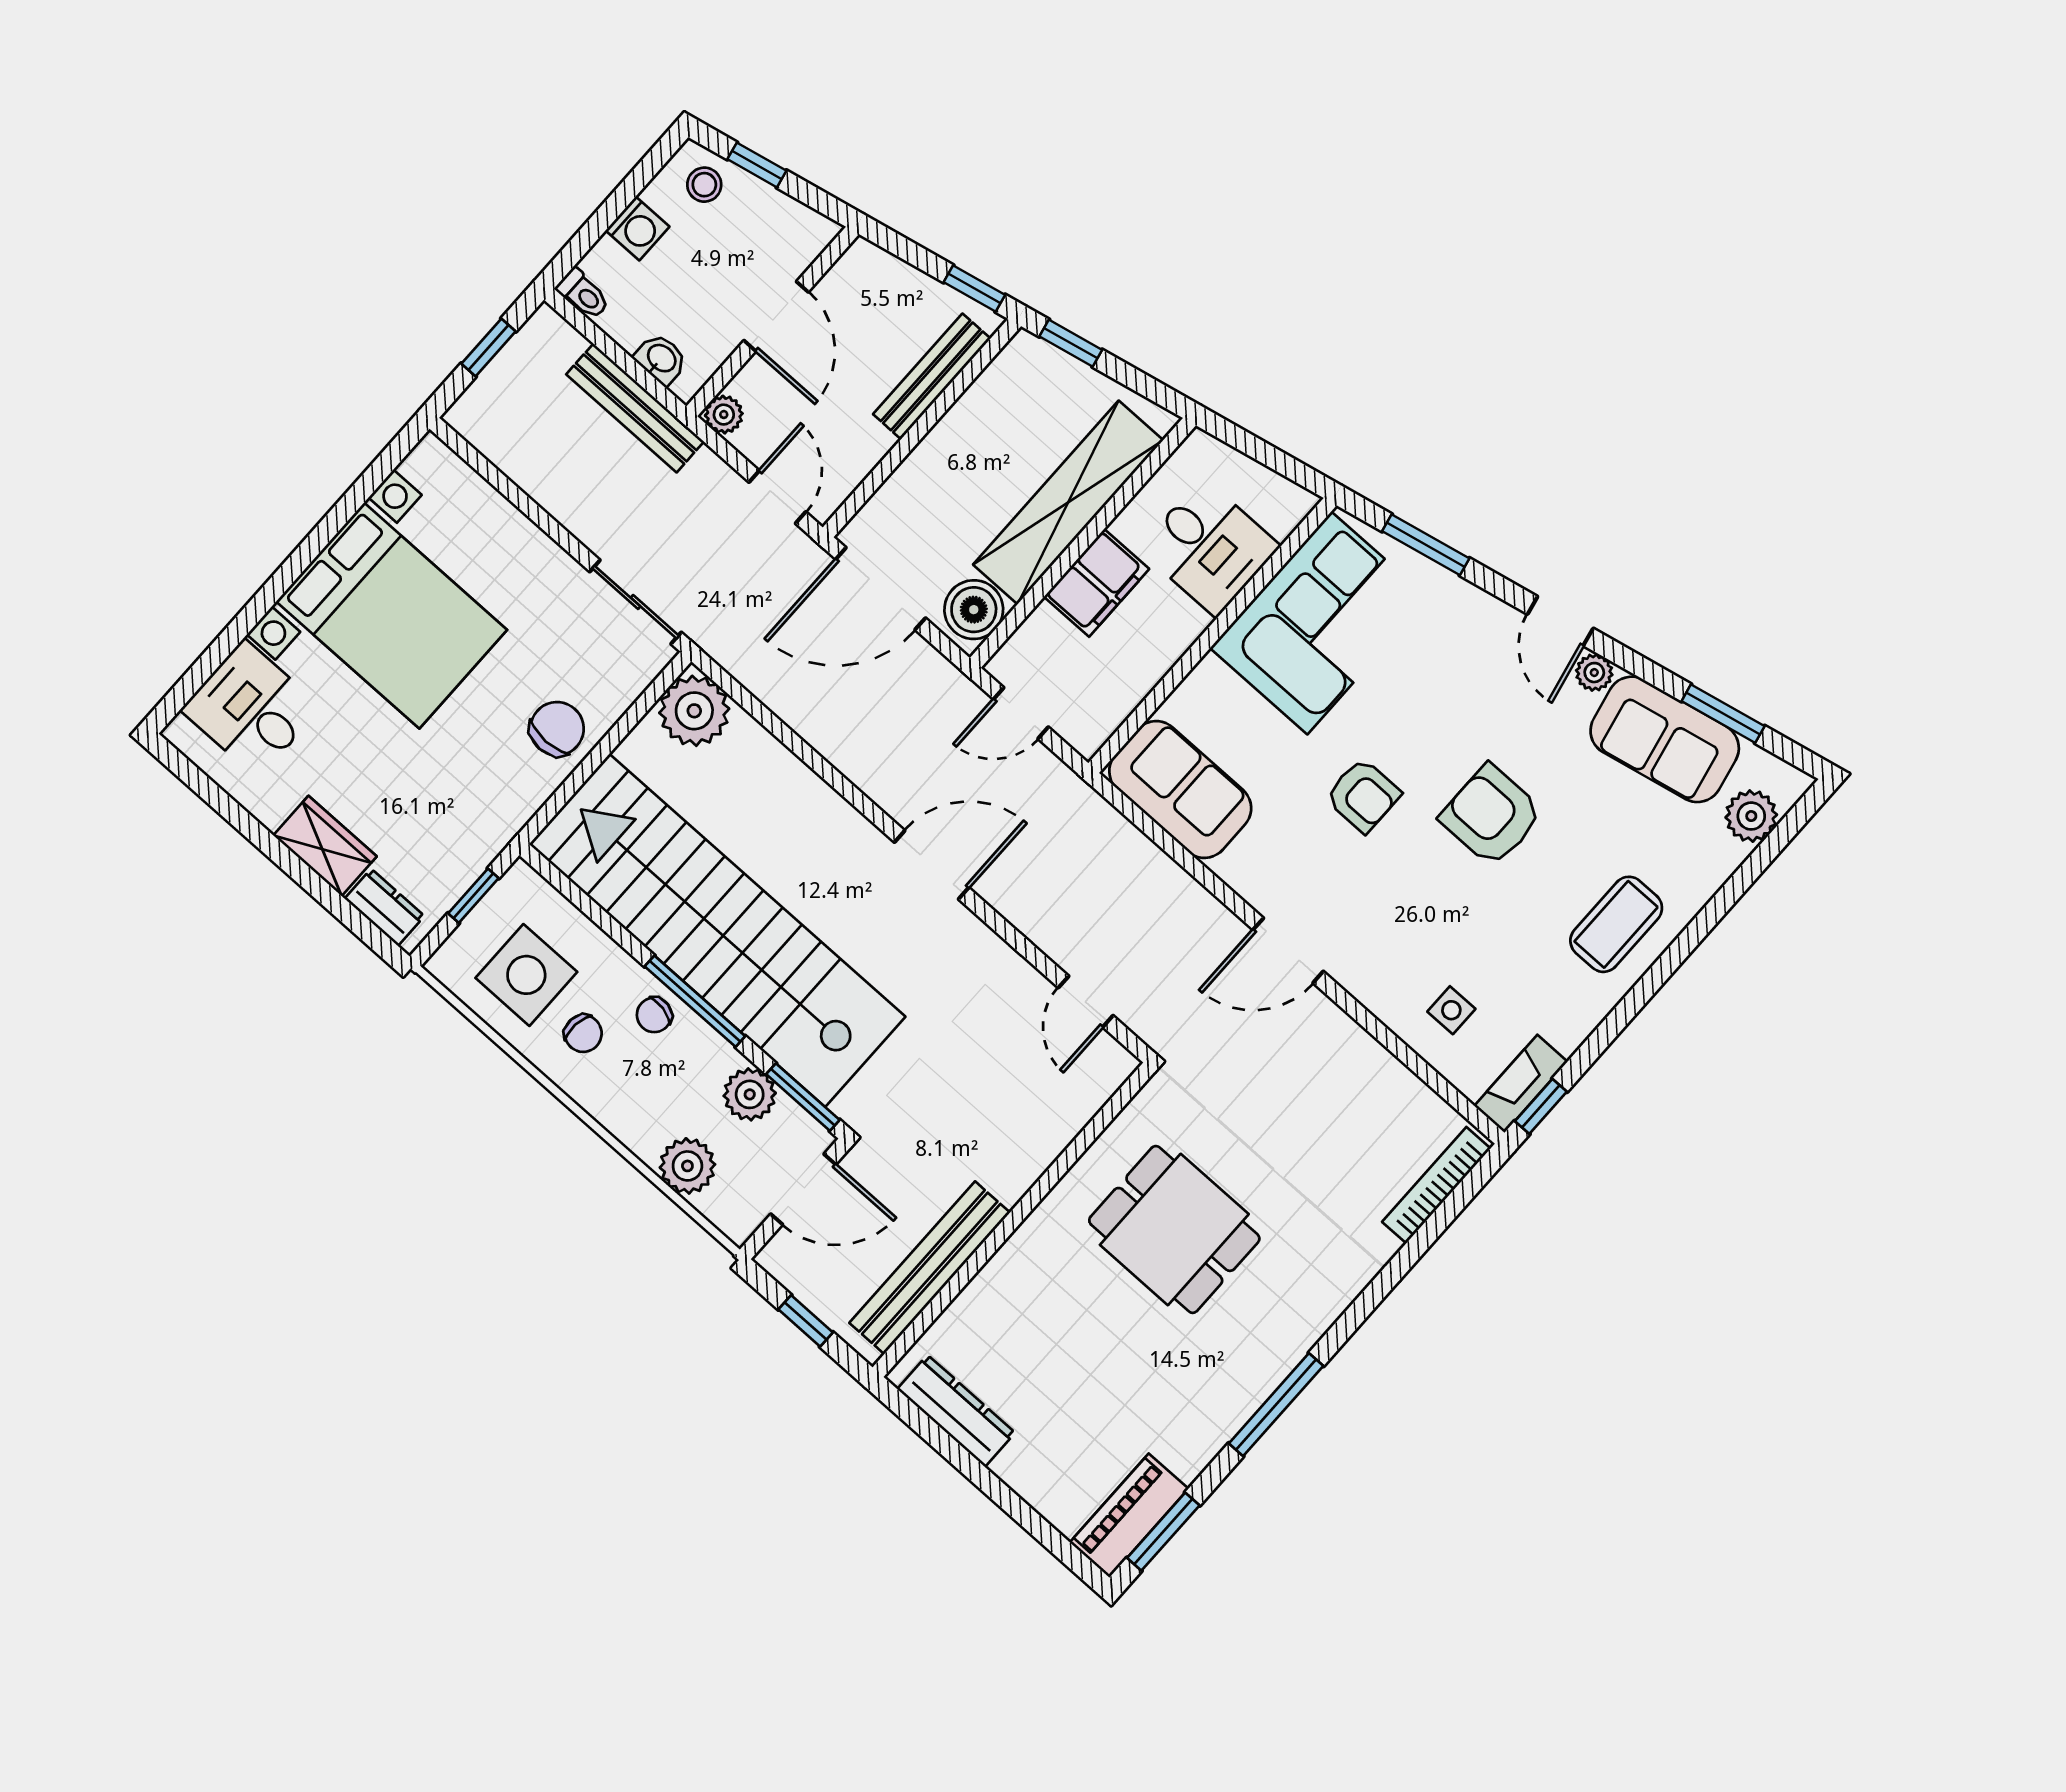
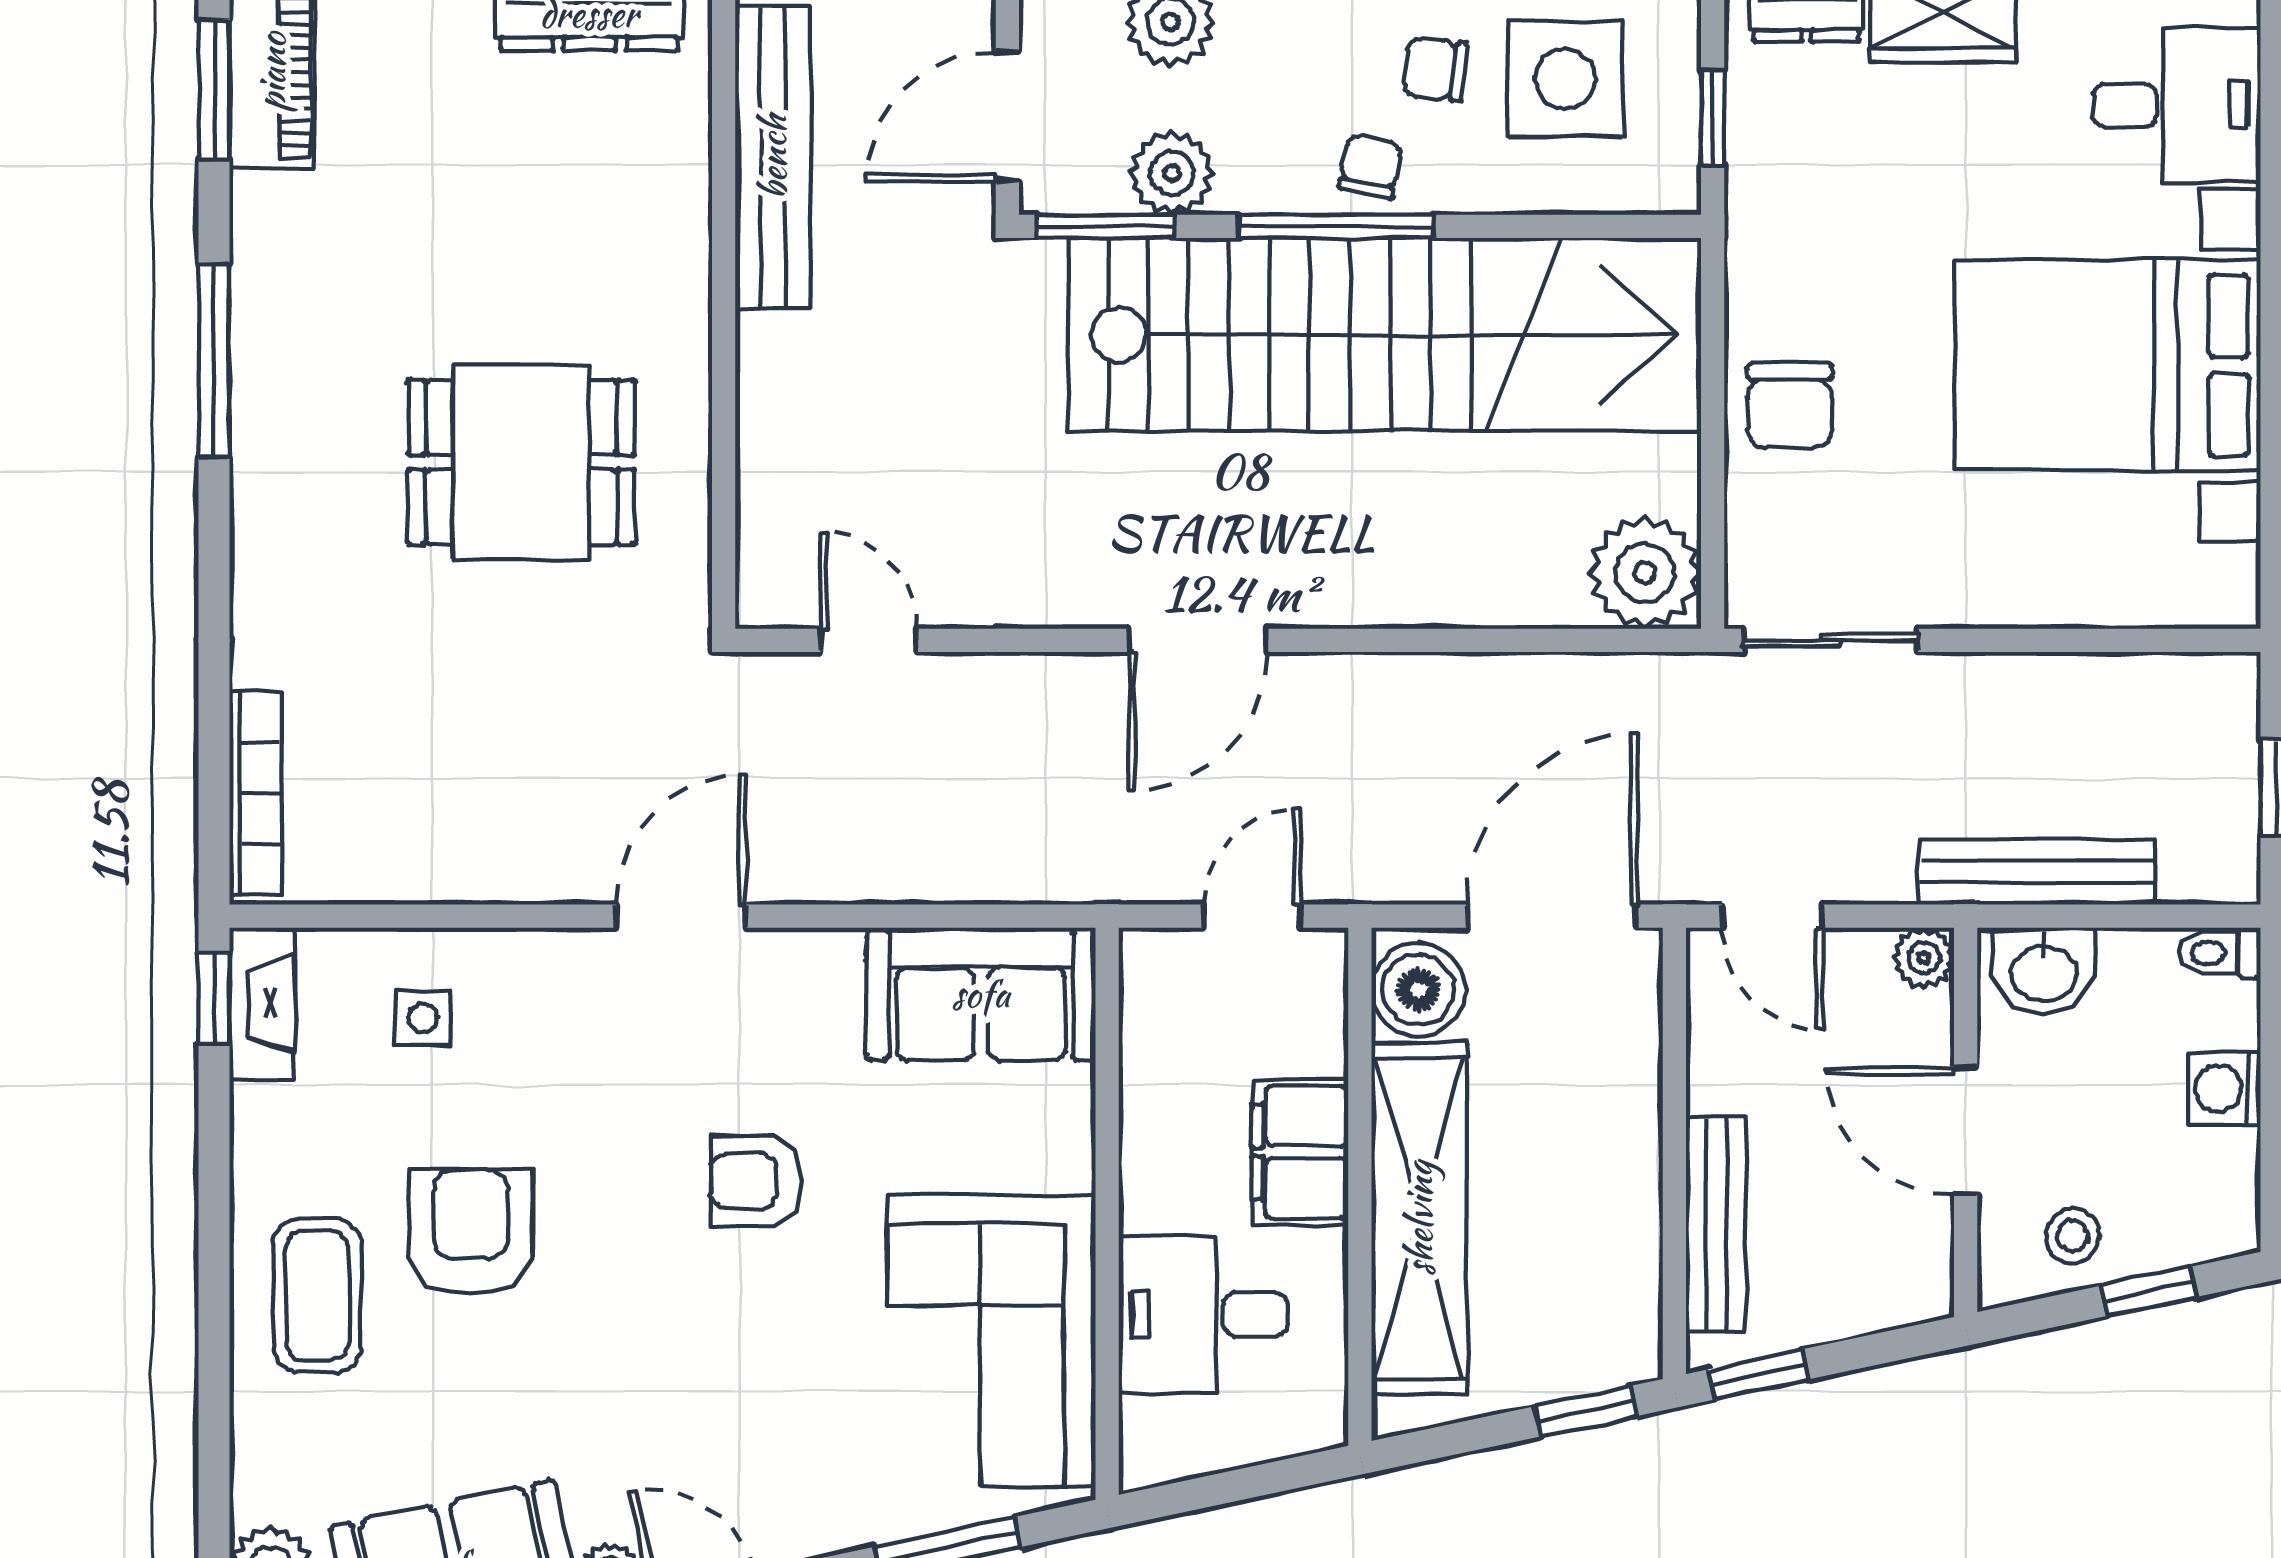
stool: (704, 185) -> (2073, 1236), moved
washbasin: (661, 359) -> (2044, 971), width x1.38, depth x1.45
armchair: (1491, 815) -> (471, 1232), moved, turned -90

